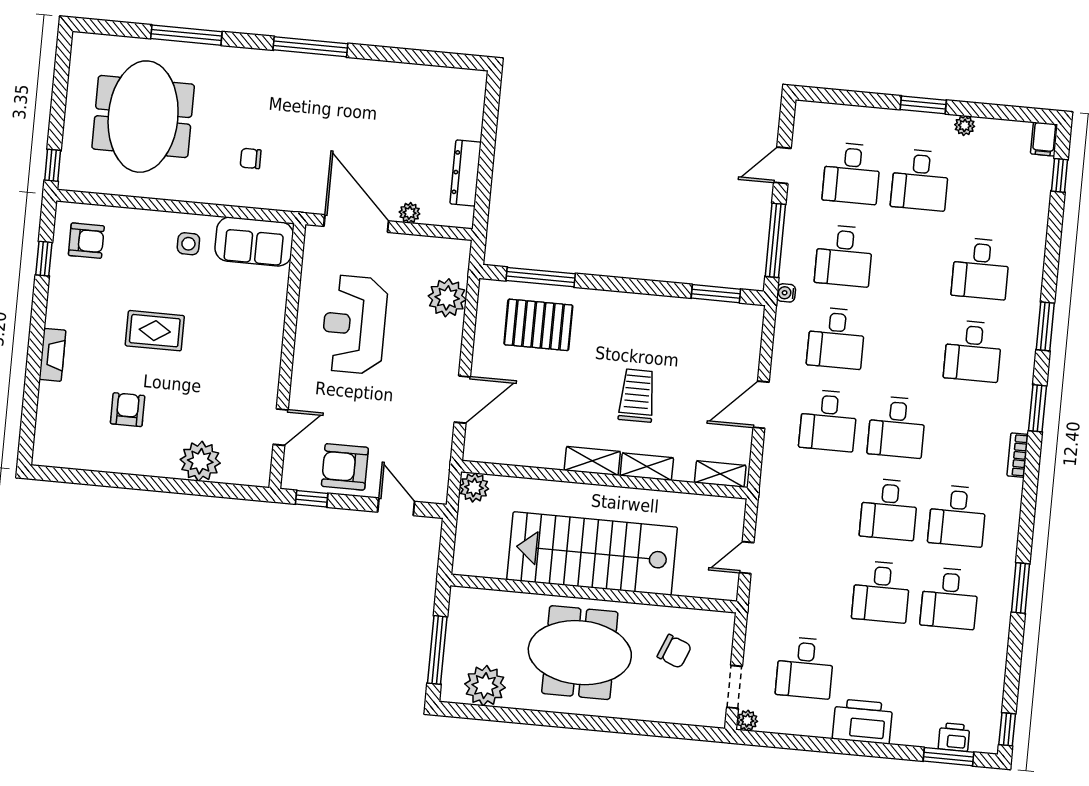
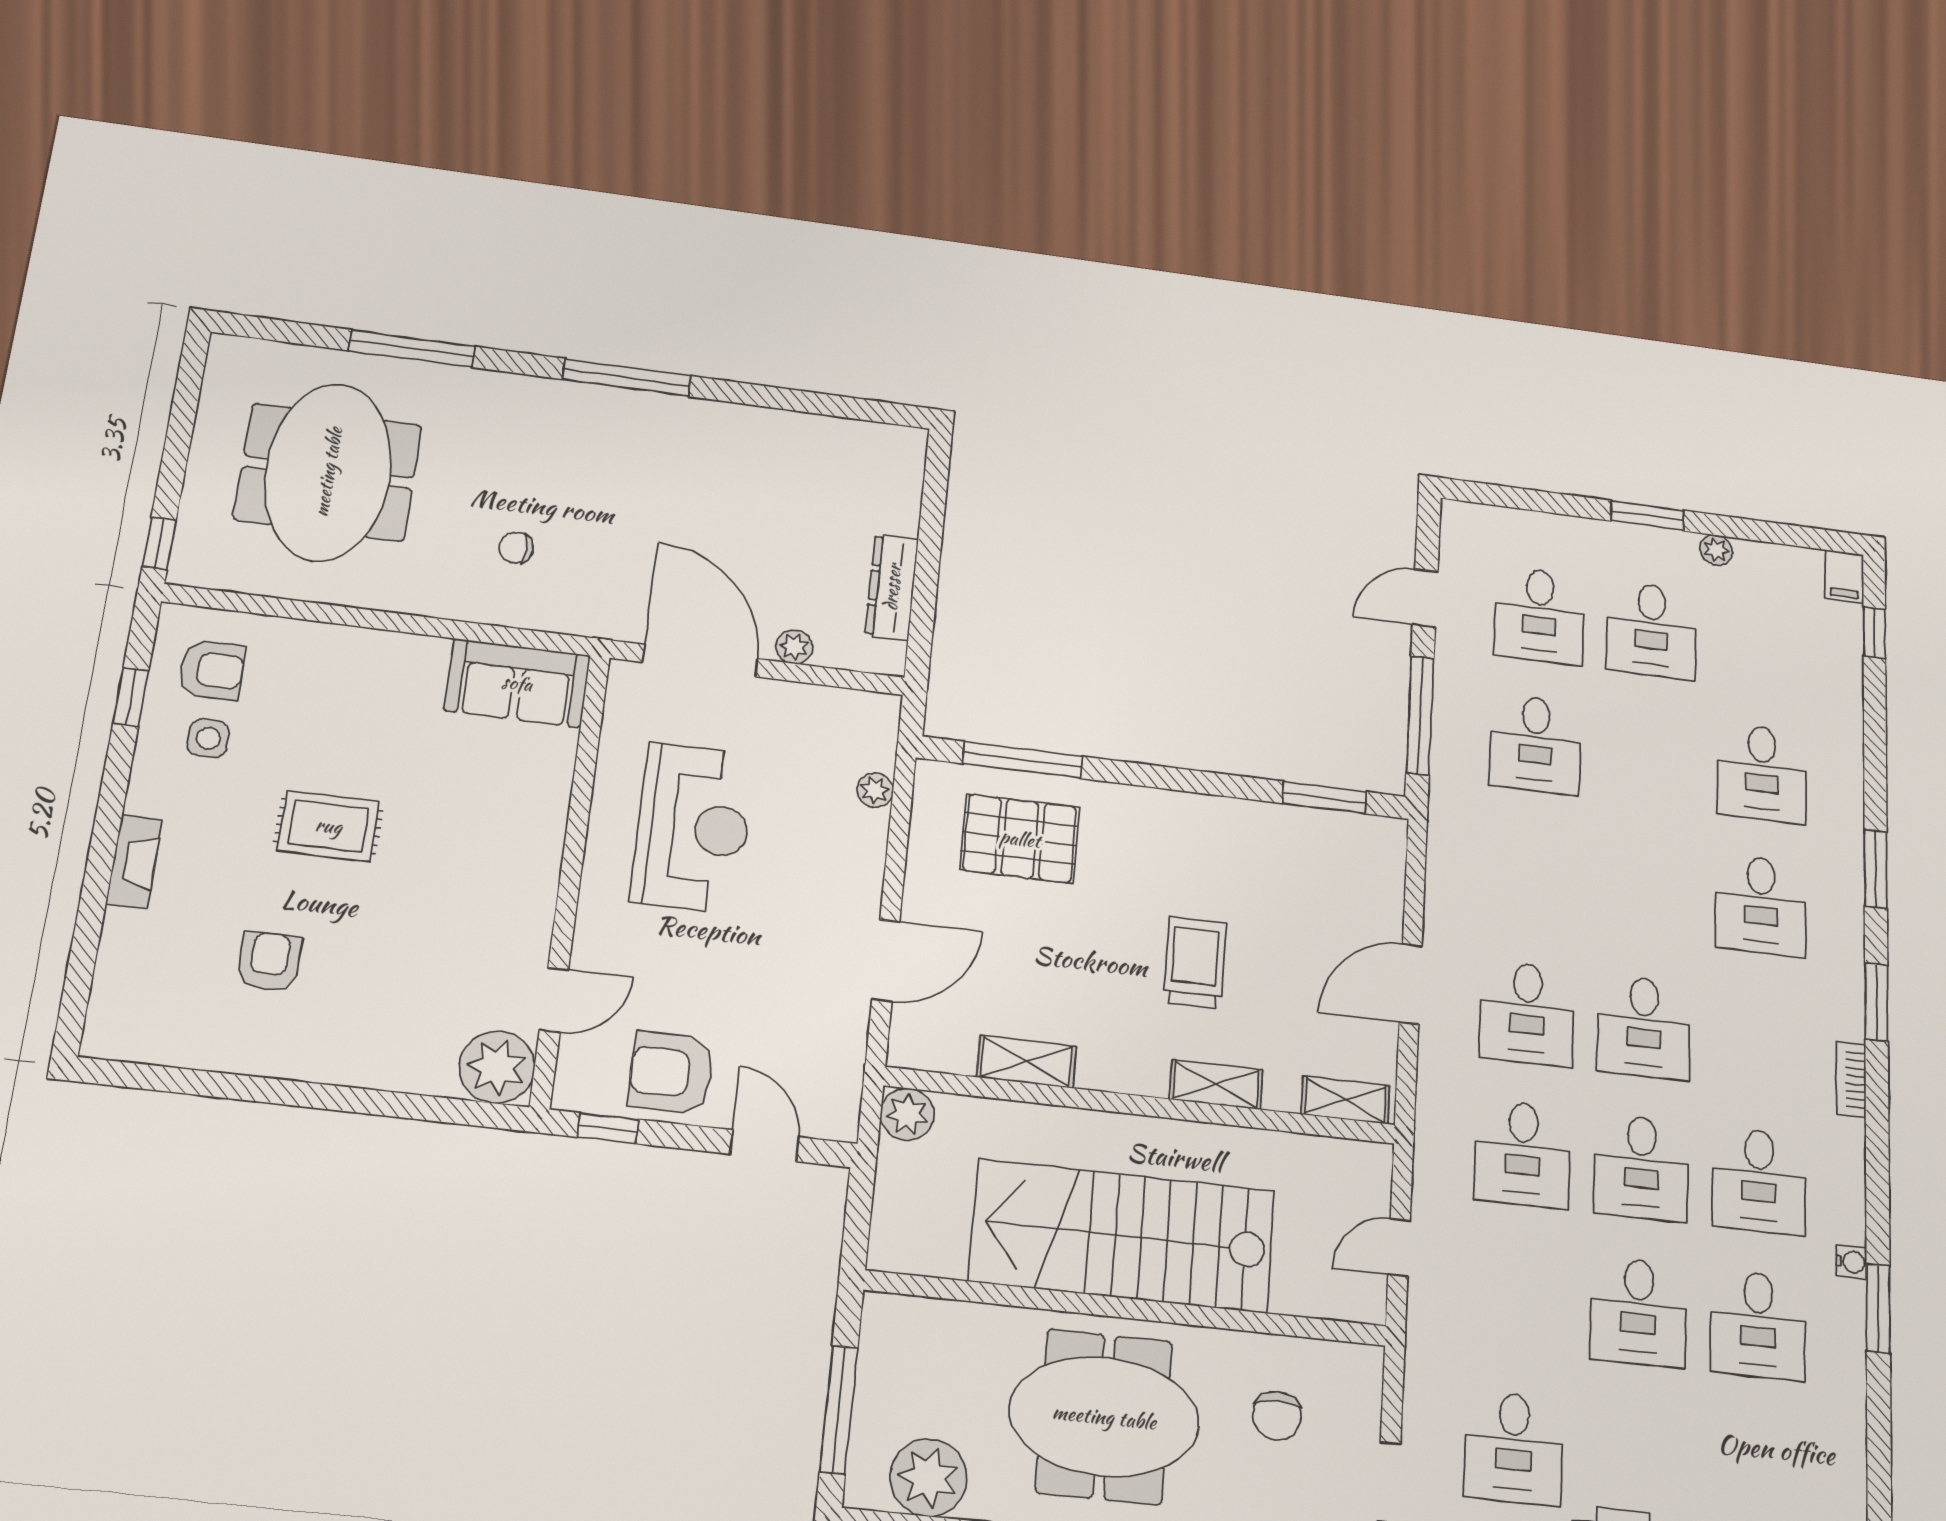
side table: (188, 244) -> (208, 738), moved
water cooler: (786, 293) -> (1851, 1262), moved, turned 180
plant: (447, 298) -> (875, 790), width x0.53, depth x0.53
reception desk: (354, 325) -> (693, 828), turned 180
desk: (836, 338) -> (1523, 1154), moved
plant: (200, 461) -> (497, 1067), moved
shelving: (592, 461) -> (1026, 1062), moved
chair: (674, 651) -> (1277, 1416), turned 68

